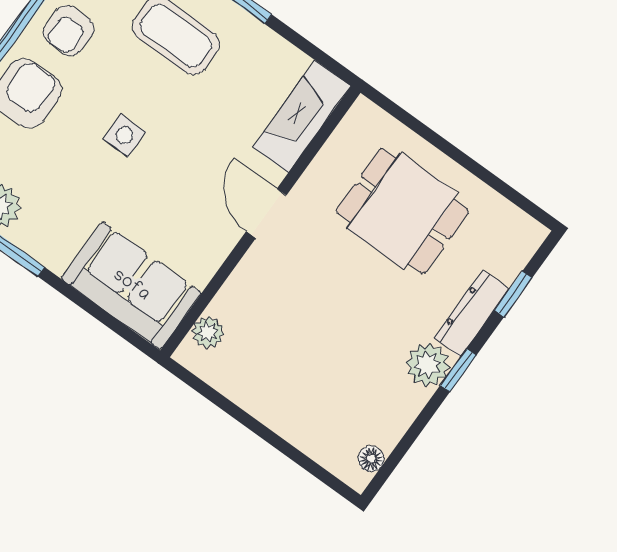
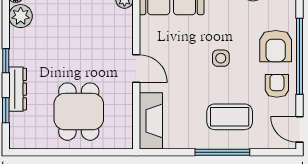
dining table: (402, 211) -> (79, 112), turned 90
plant: (428, 365) -> (21, 16), moved

